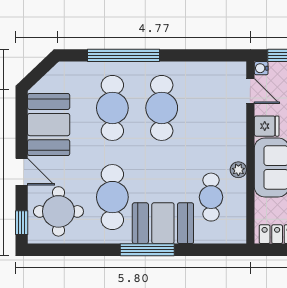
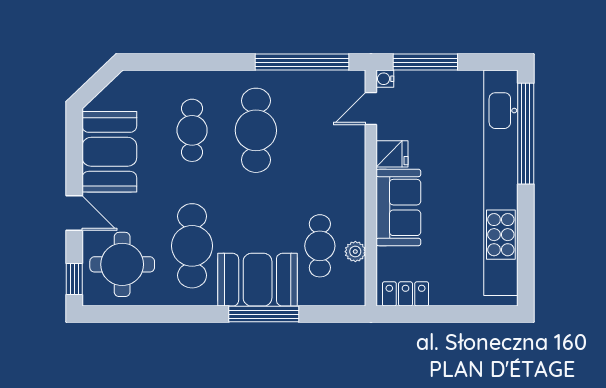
window: (124, 55) -> (302, 62), moved
door: (250, 91) -> (371, 108), swing flipped
cafe table: (112, 108) -> (192, 130), width x0.73, depth x0.74
plant: (238, 170) -> (355, 252), moved
window: (147, 250) -> (264, 314), moved

